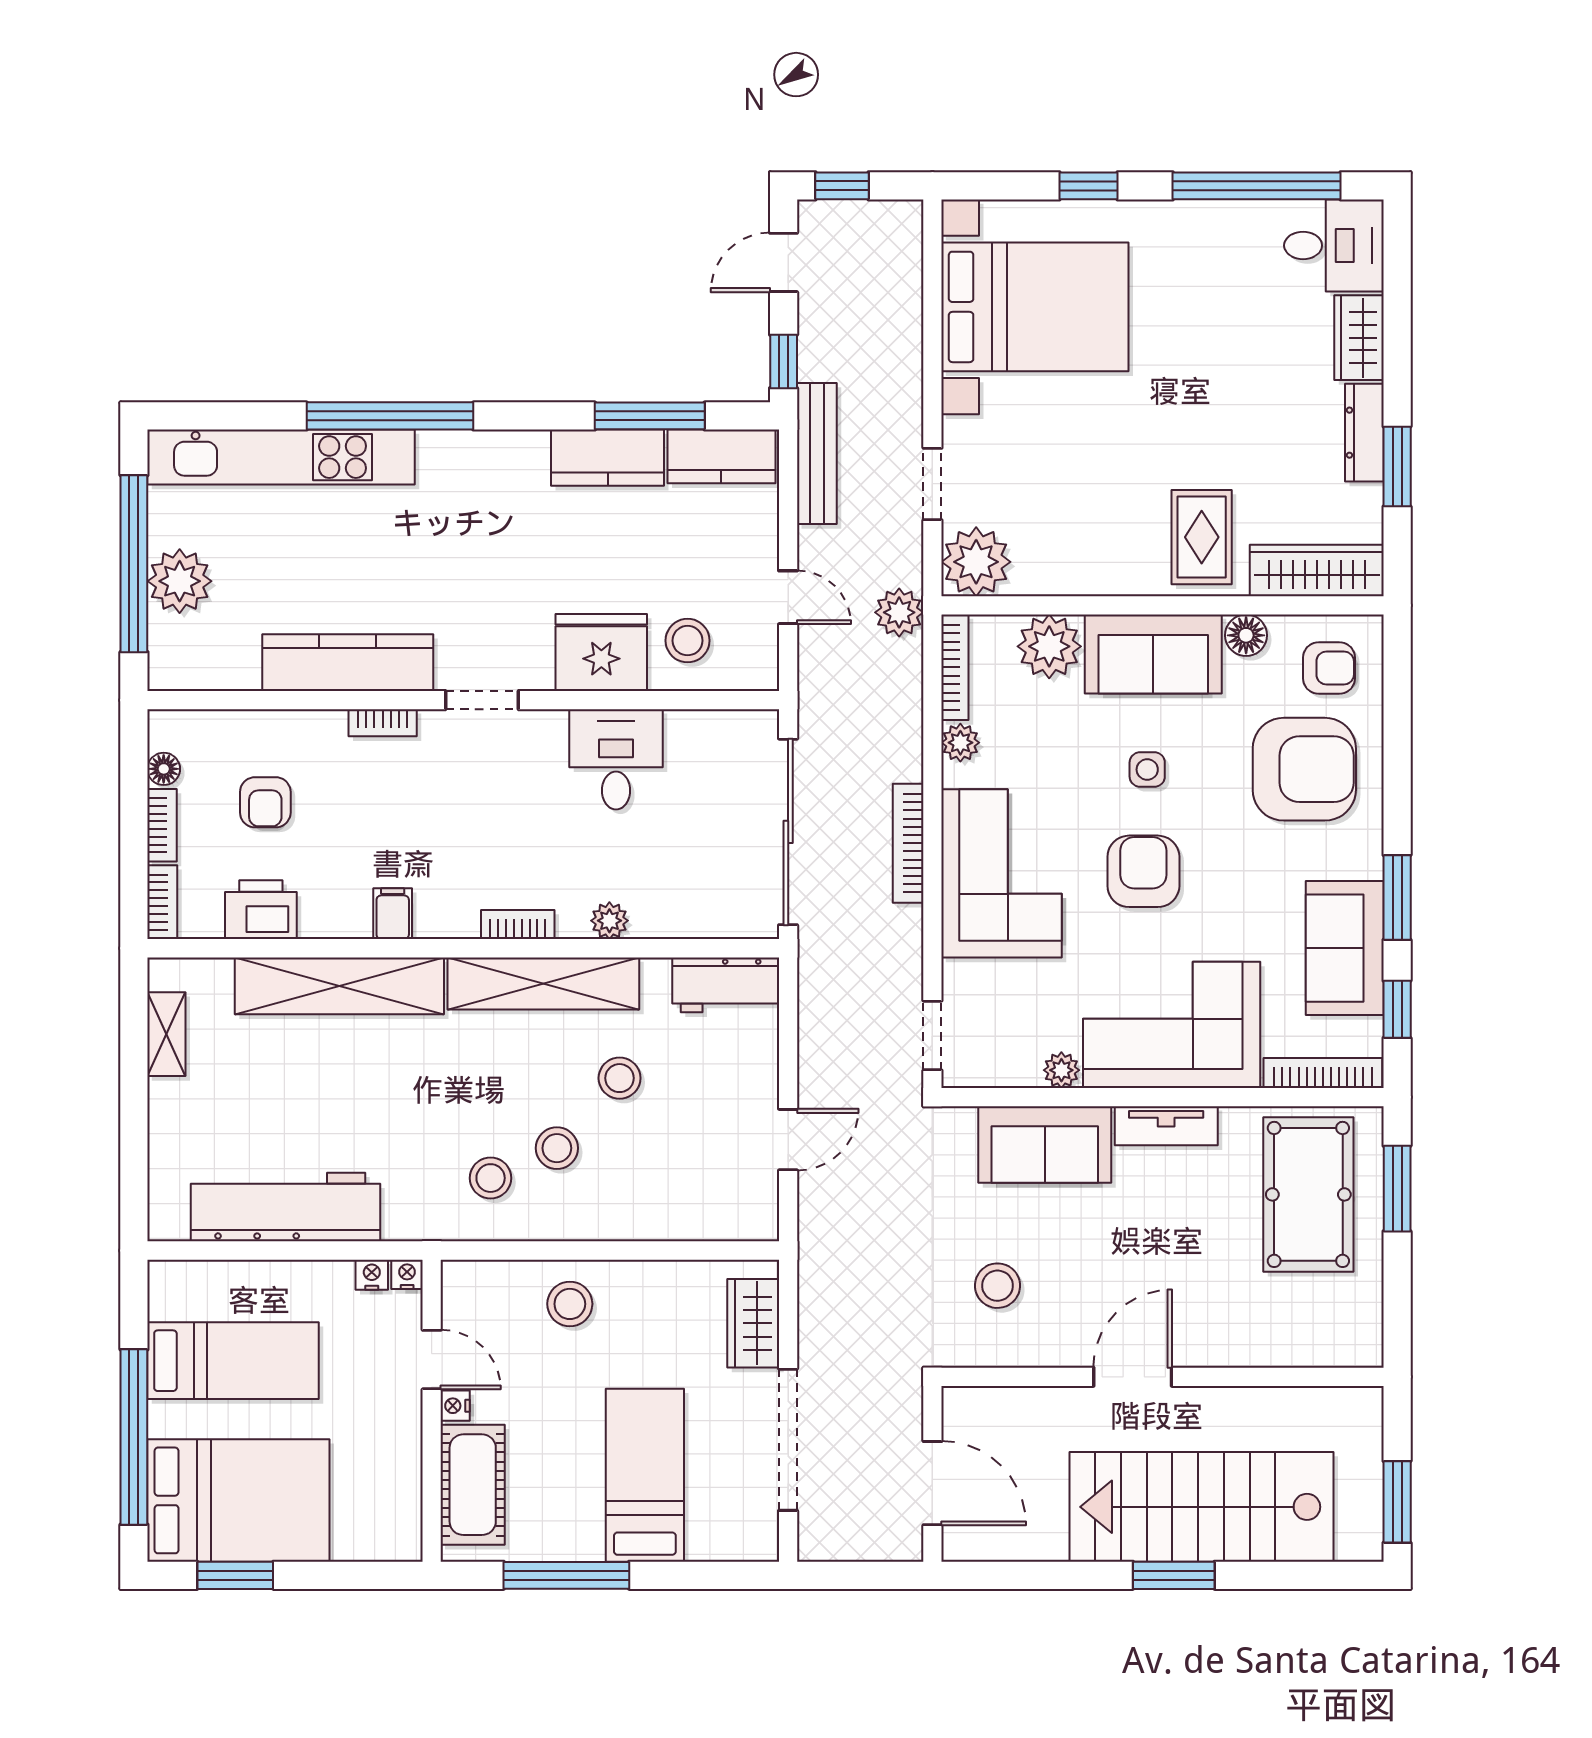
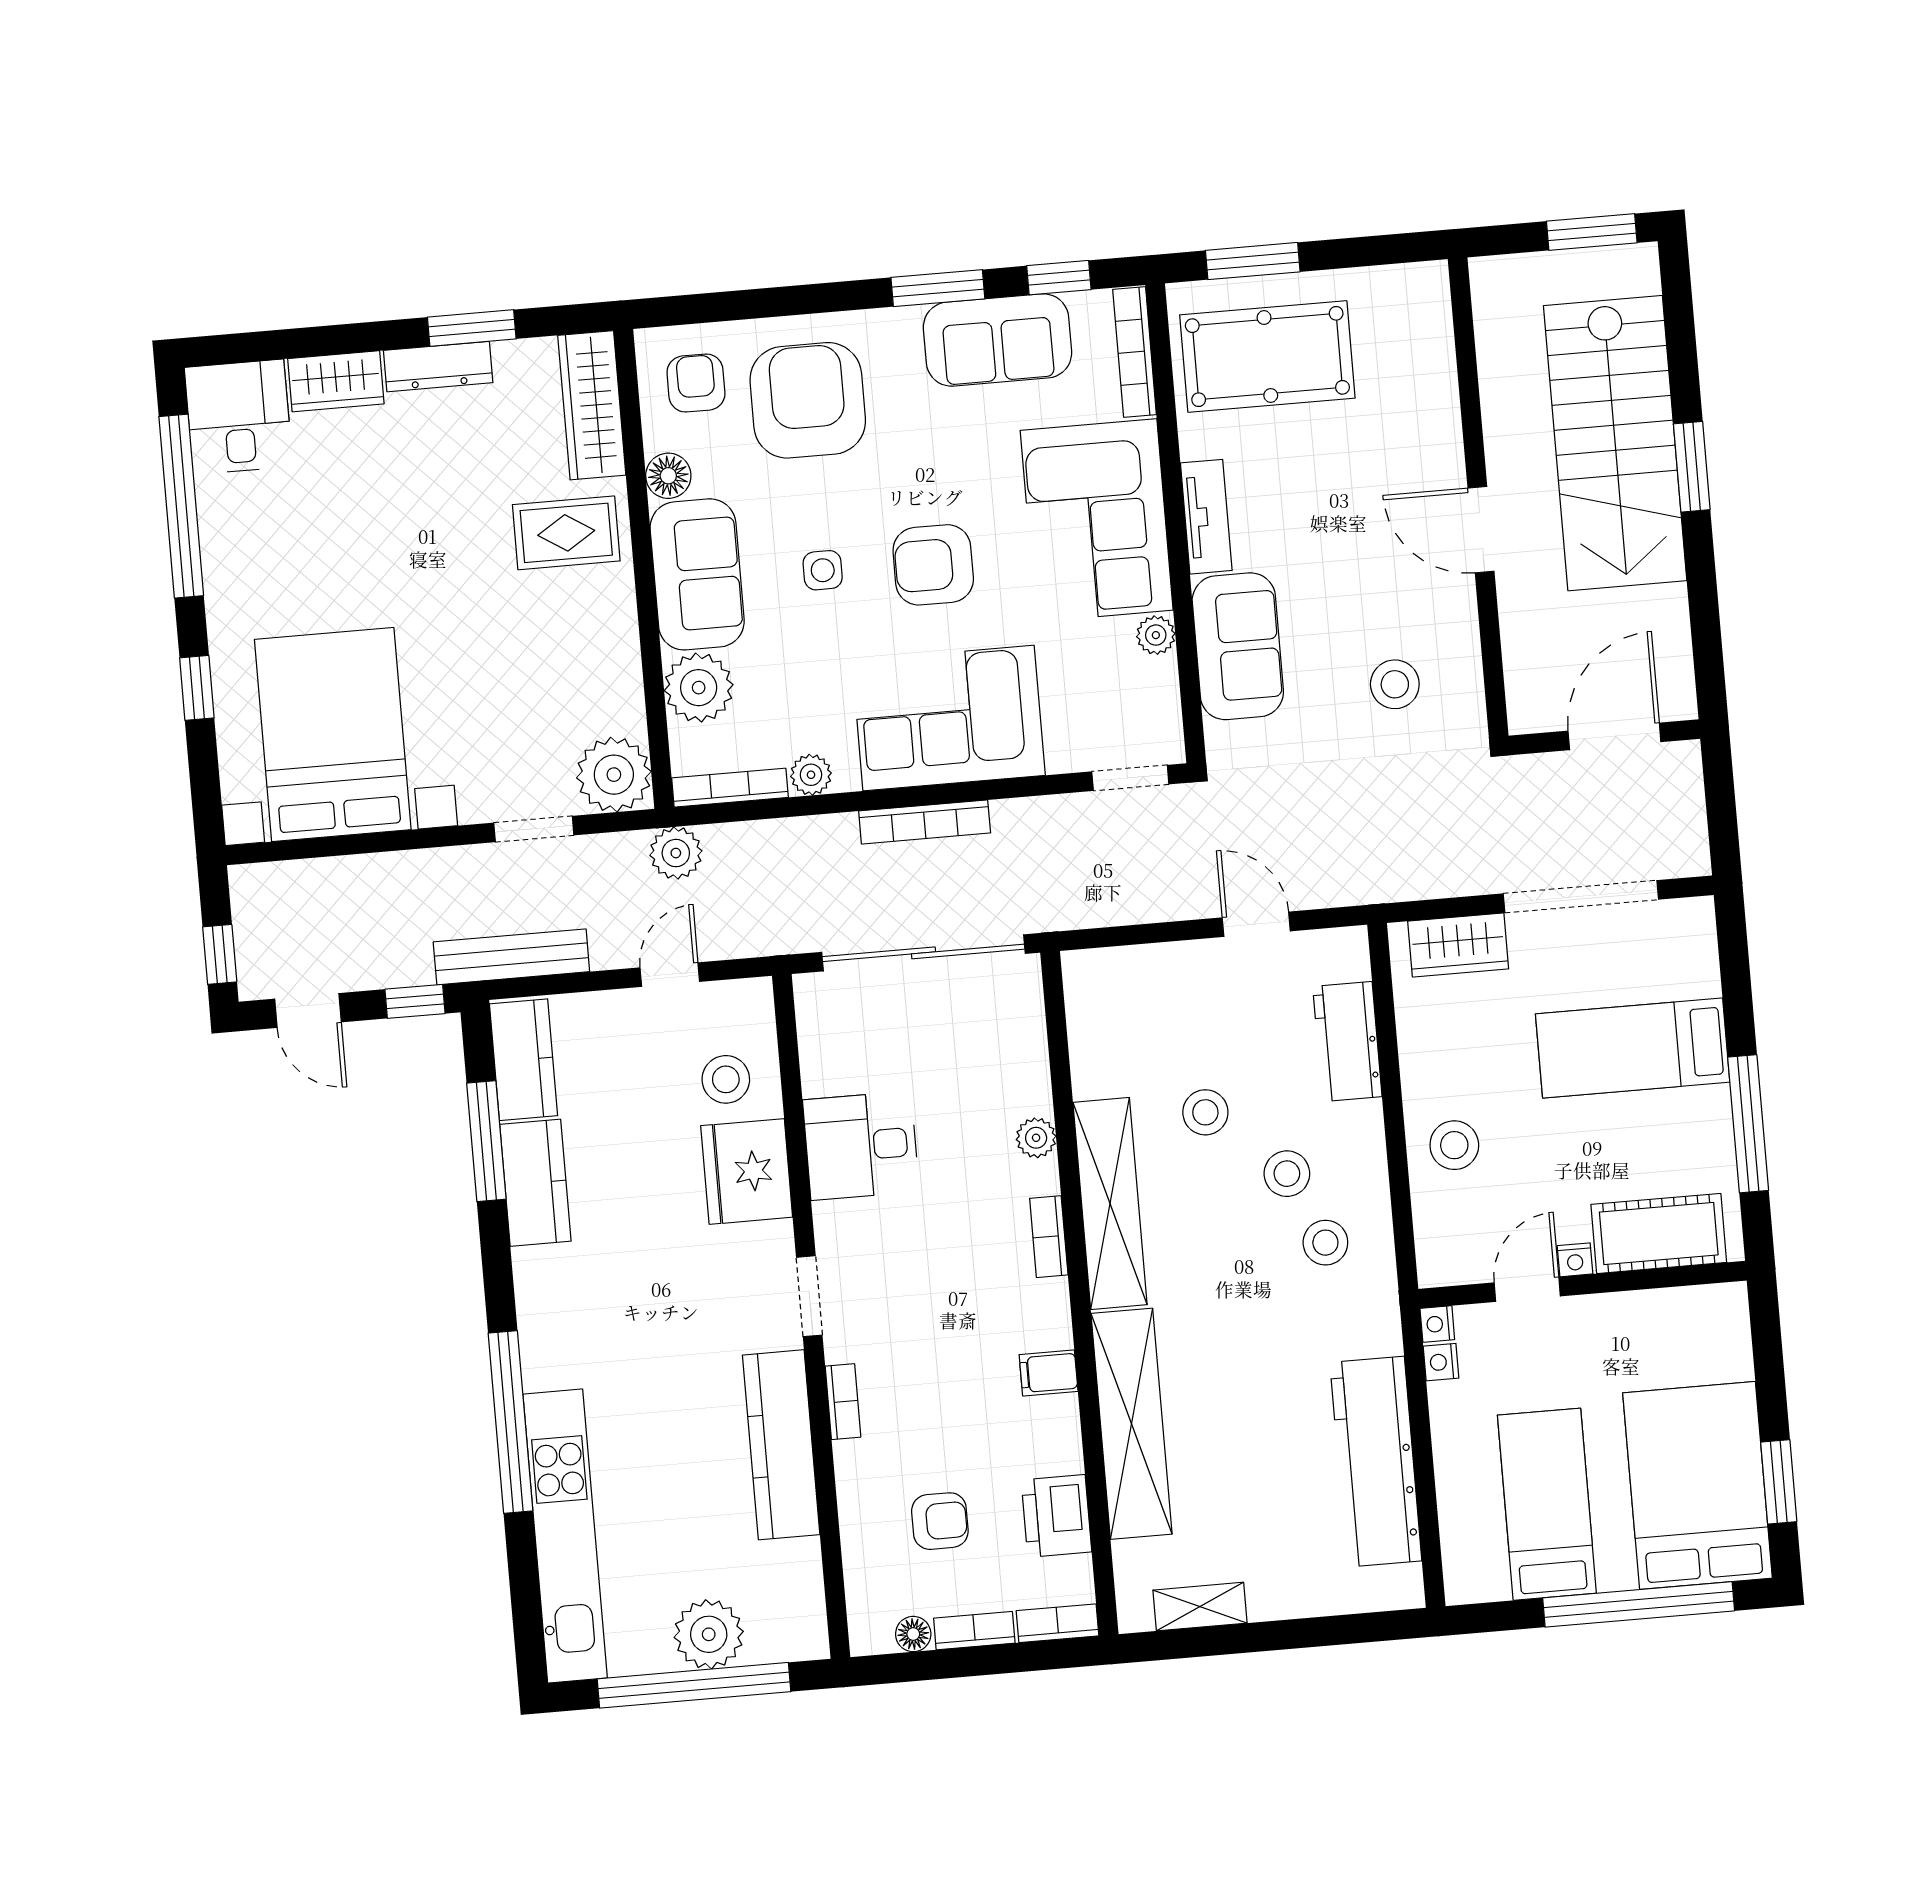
workbench: (726, 985) -> (1347, 1041), moved, turned 180

